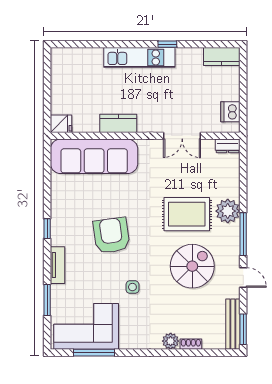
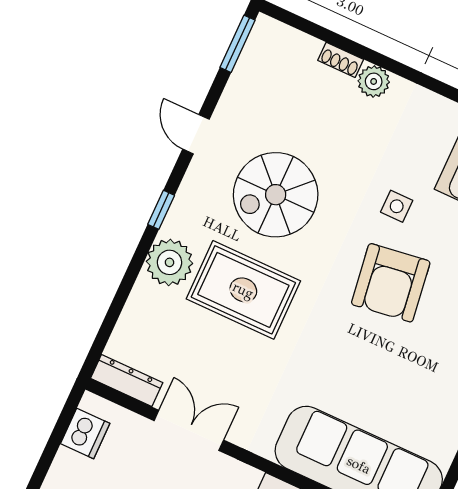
dresser: (228, 146) -> (127, 380), width x1.44
window: (243, 234) -> (161, 210), width x0.46
armchair: (111, 235) -> (391, 283), moved
bench: (233, 324) -> (251, 61), removed

